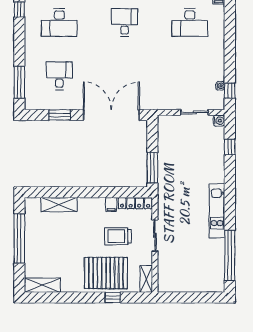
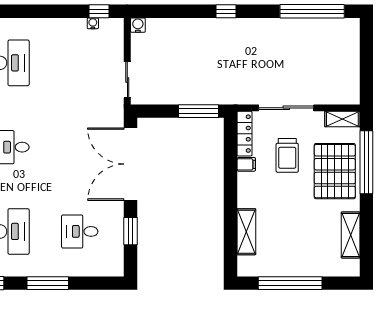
window: (19, 82) -> (48, 283), moved
sliding door: (194, 112) -> (127, 80), moved
window: (230, 147) -> (226, 11), moved
kitchen unit: (217, 211) -> (254, 28), removed
sliding door: (155, 235) -> (286, 108), width x1.37
shelving: (42, 285) -> (351, 235), moved
window: (113, 297) -> (366, 162), width x3.17

